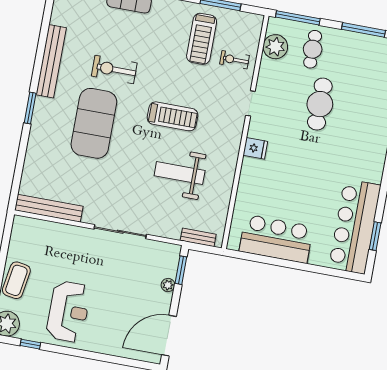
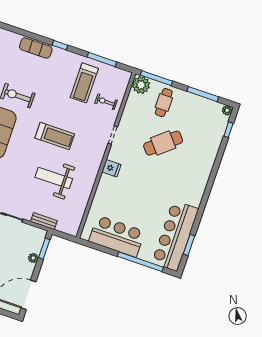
plant: (275, 47) -> (141, 85), moved
cafe table: (320, 104) -> (163, 143), turned 50
bench: (198, 237) -> (44, 221), moved
window: (313, 268) -> (140, 262), added

